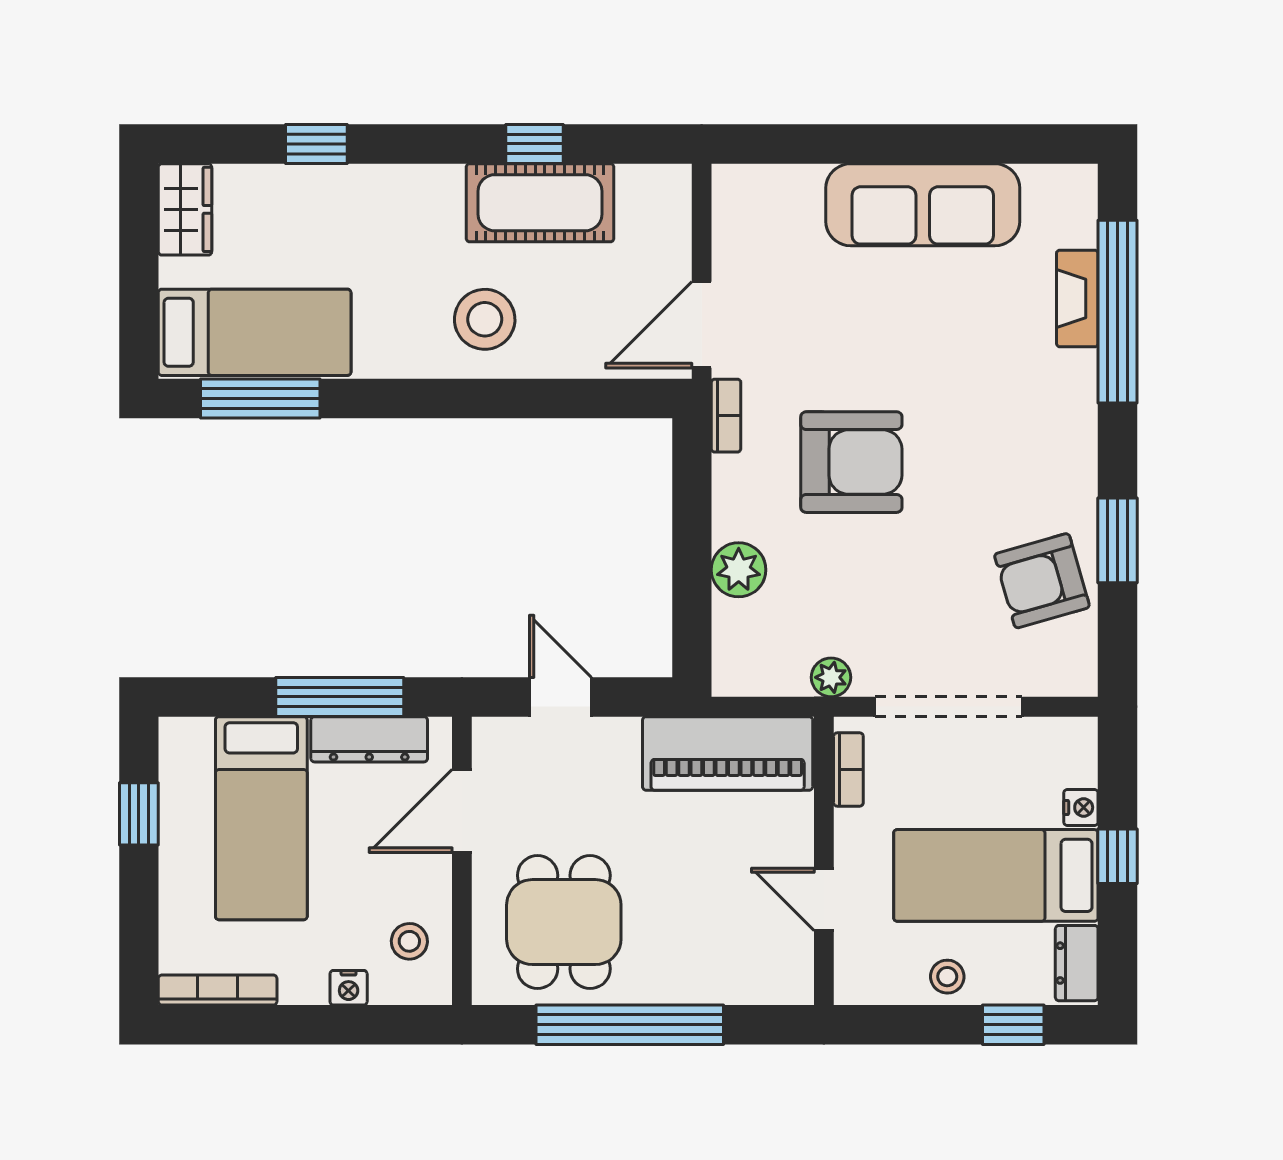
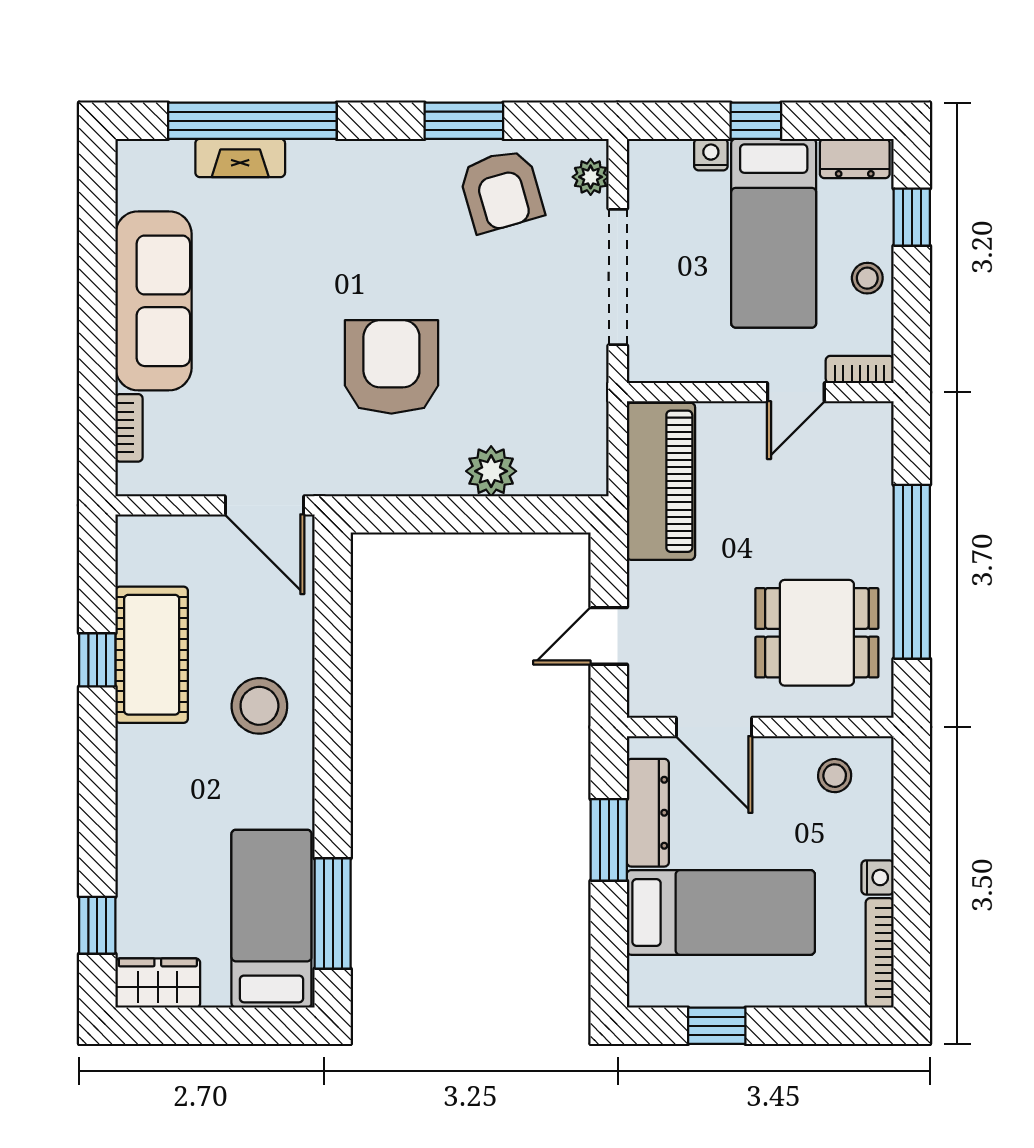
window: (316, 144) -> (97, 925), moved
bookcase: (726, 416) -> (129, 428), moved, turned 90
plant: (831, 677) -> (591, 177), moved
window: (340, 697) -> (609, 840), width x0.69
bookcase: (848, 770) -> (860, 370), moved
nightstand: (349, 988) -> (878, 877), moved

